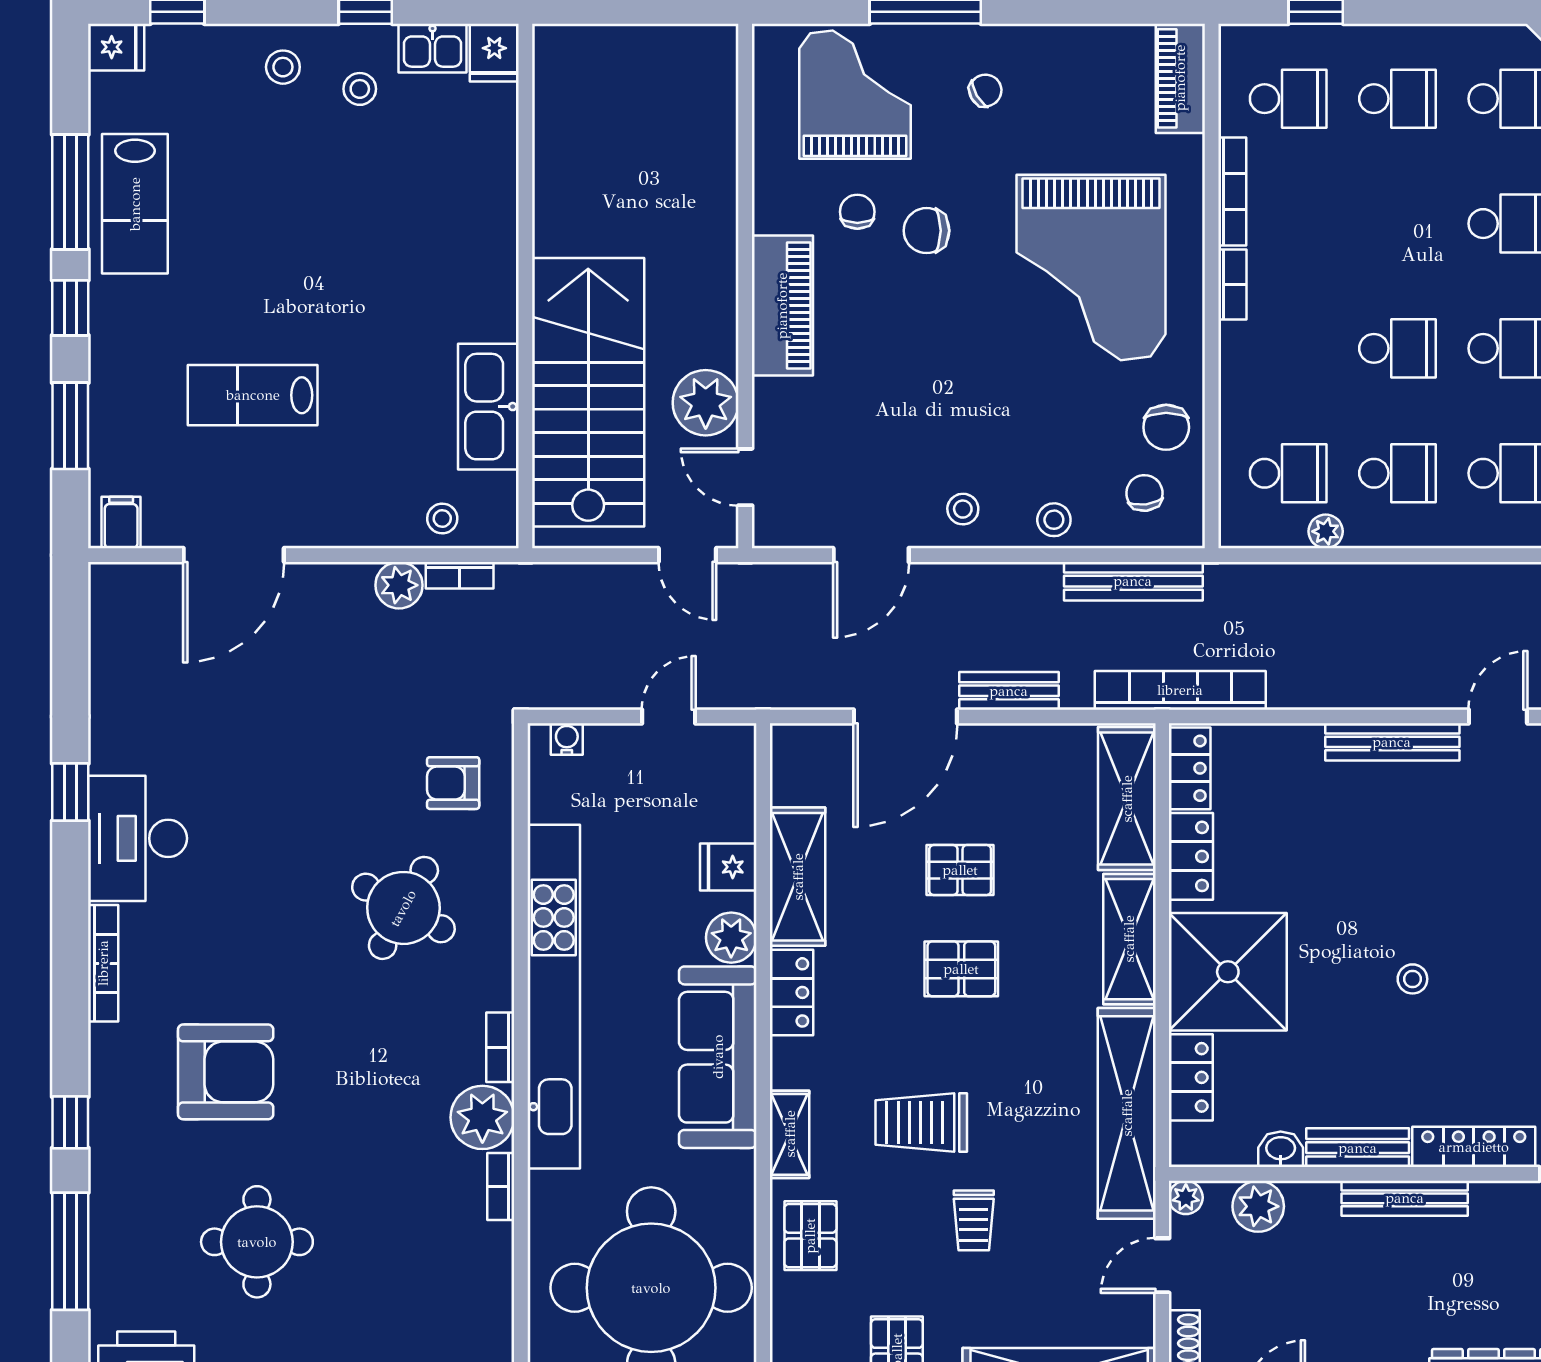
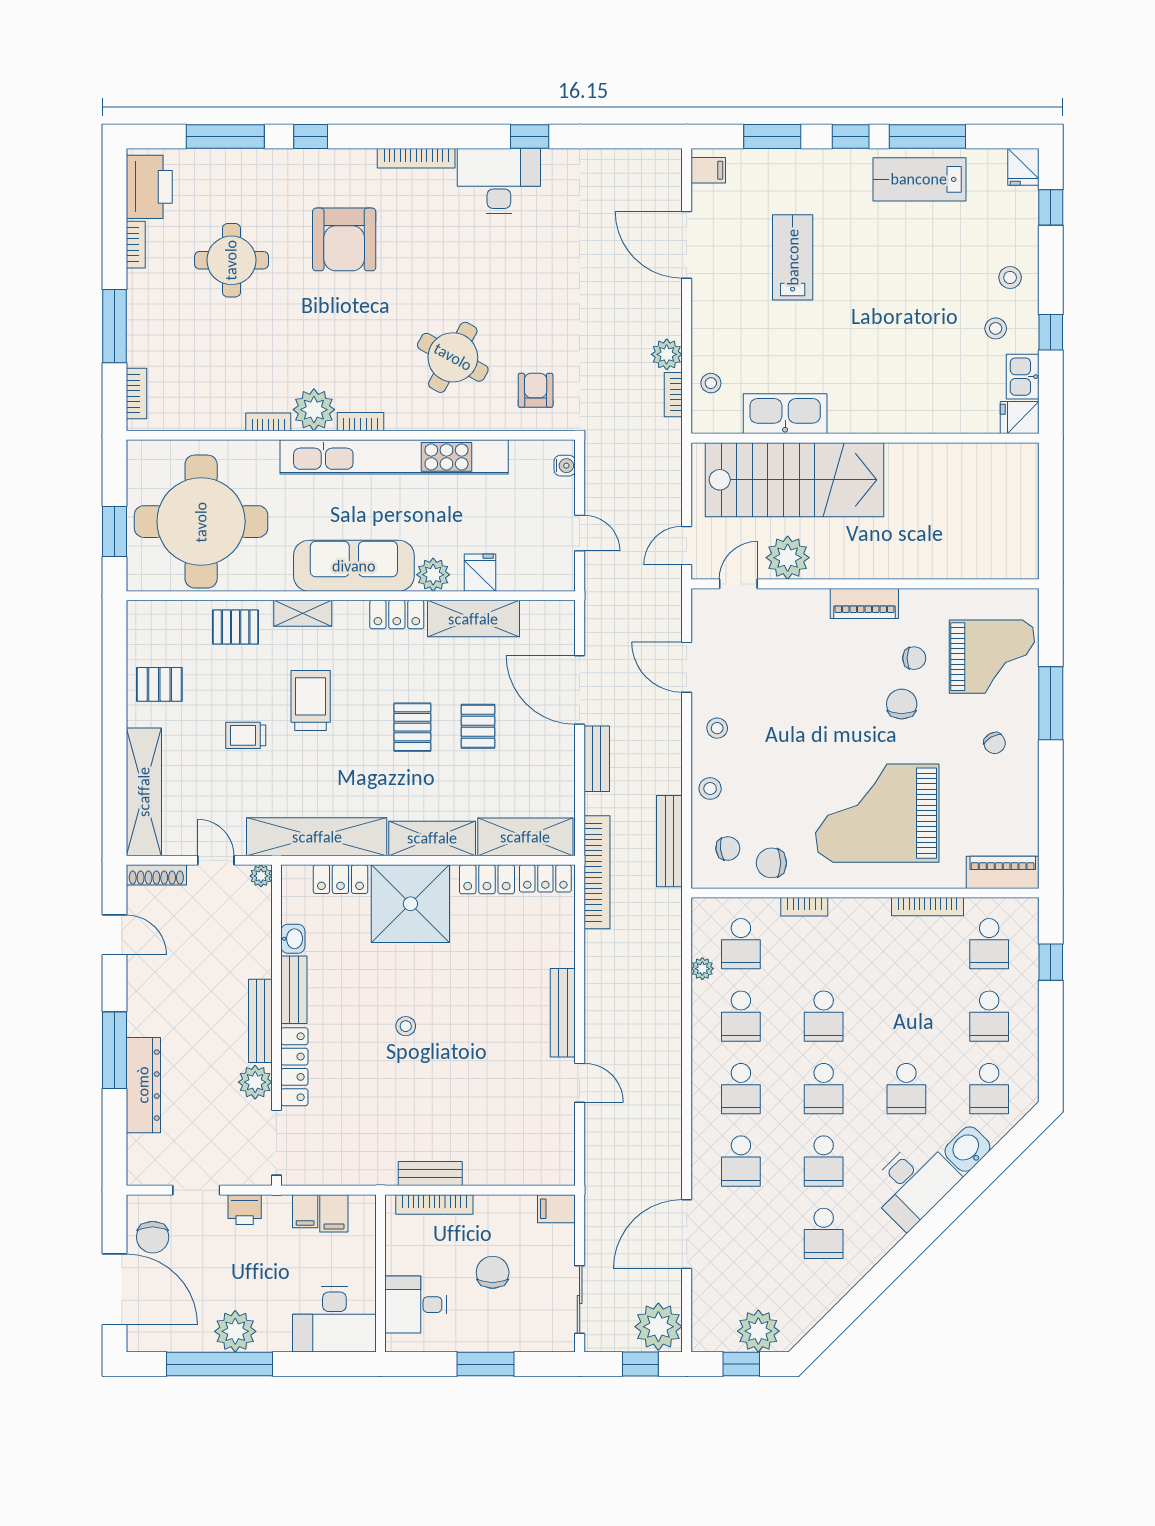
bookcase: (1232, 284) -> (804, 907), moved
piano: (782, 306) -> (864, 604), width x0.73, depth x0.75
plant: (1258, 1206) -> (255, 1082), moved

